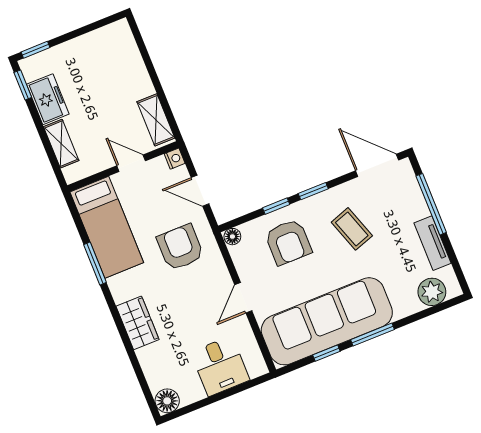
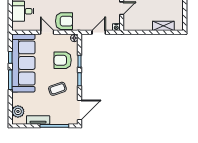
shelving: (156, 120) -> (163, 26), moved
armchair: (180, 247) -> (64, 21), moved

